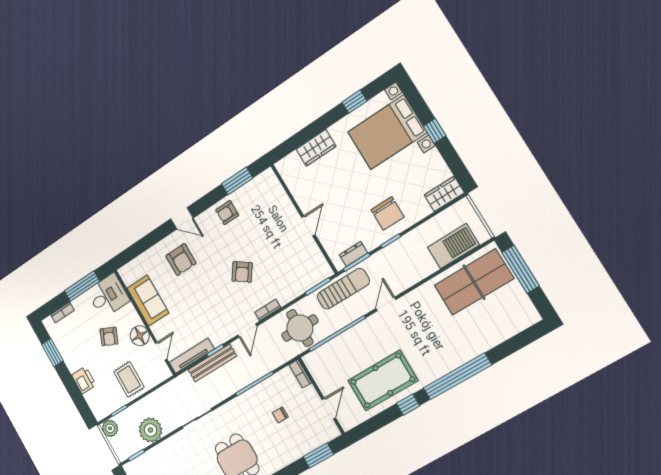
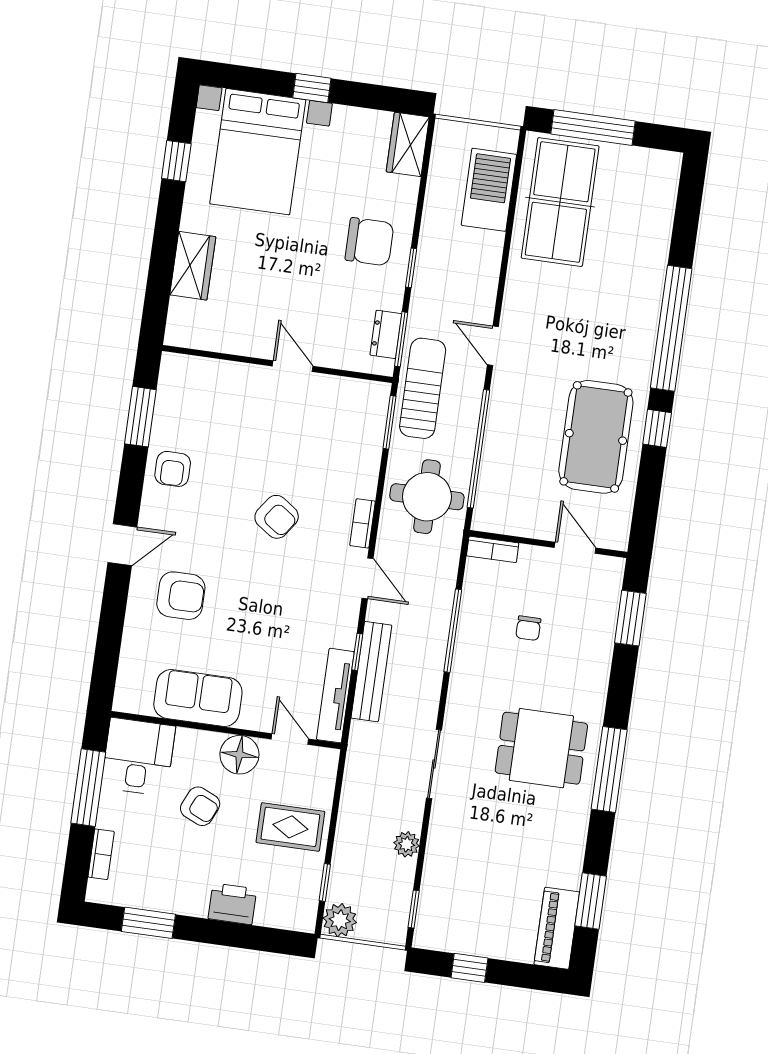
plant: (151, 430) -> (407, 844), width x0.53, depth x0.53

